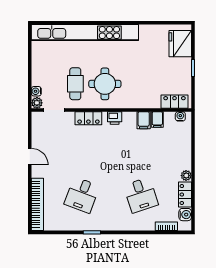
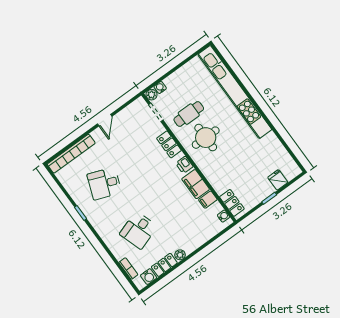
fridge: (180, 44) -> (278, 180), width x0.53, depth x0.75
filing cabinet: (144, 120) -> (196, 184), width x2.00

